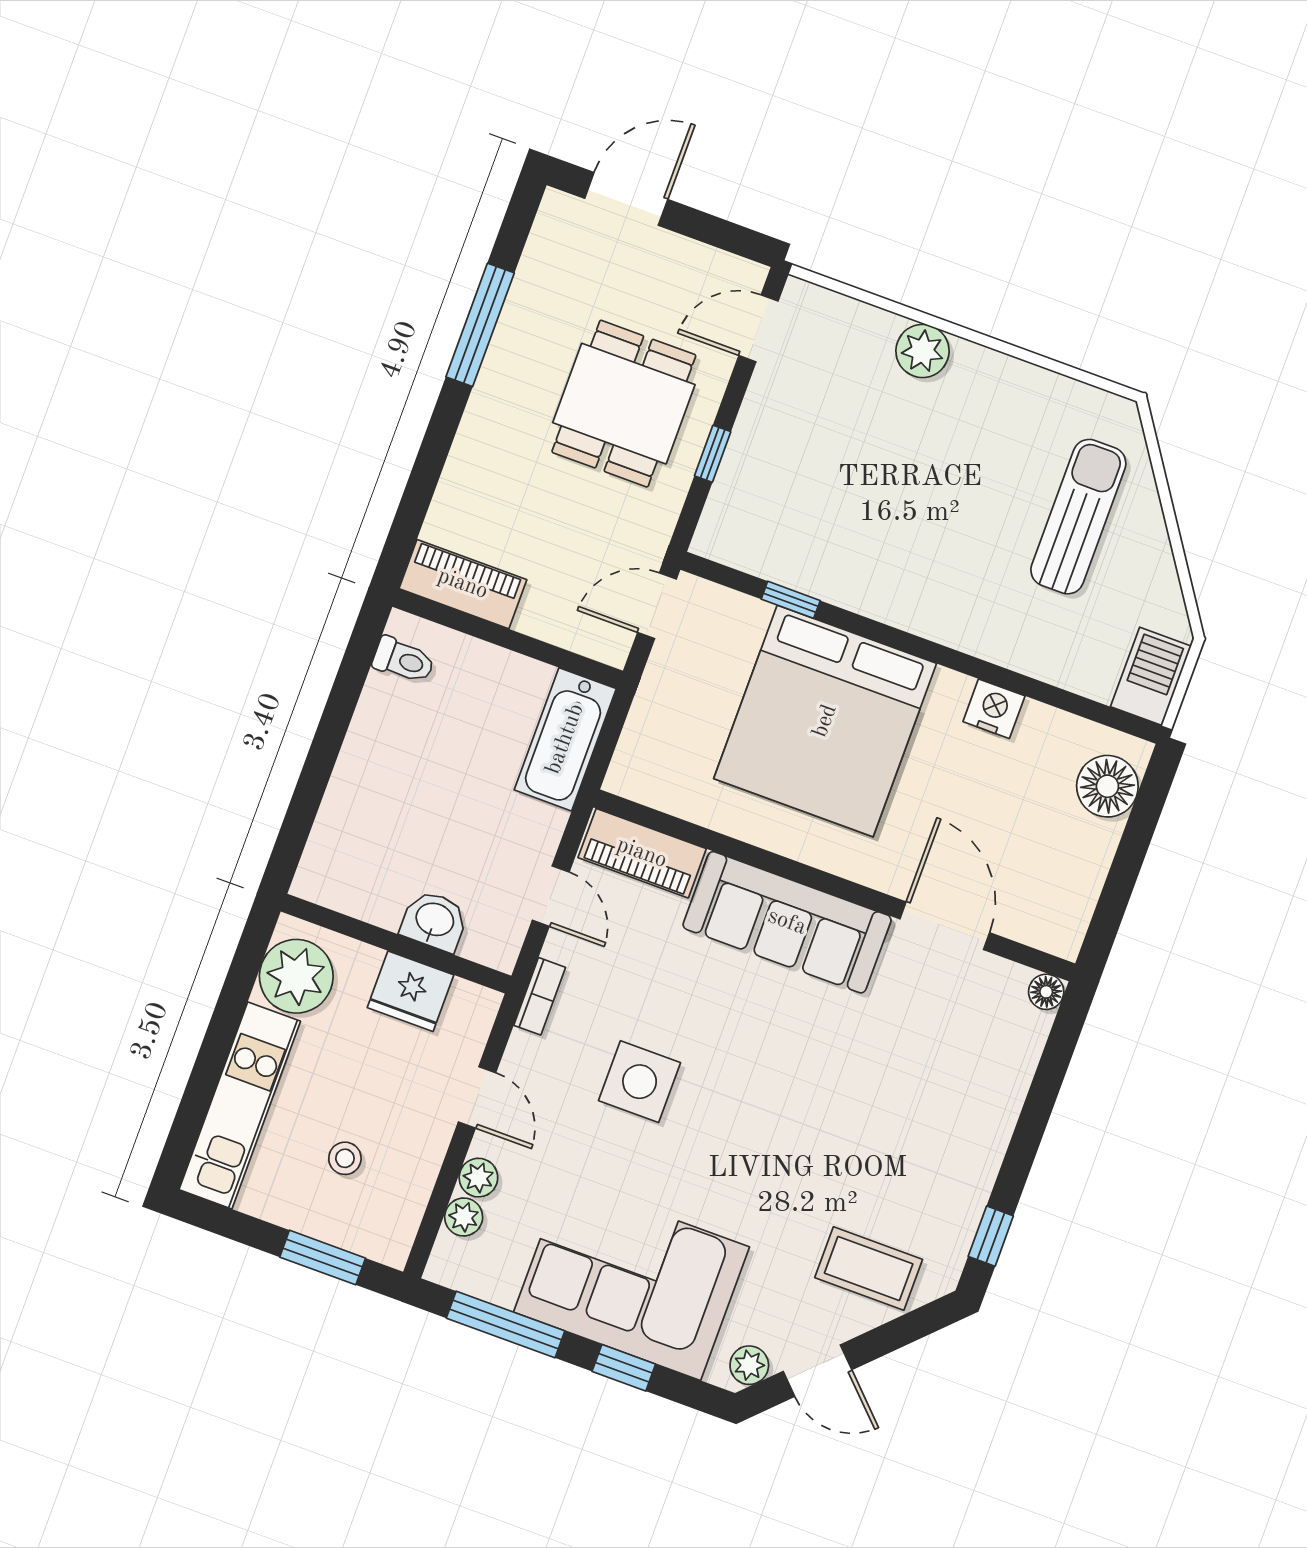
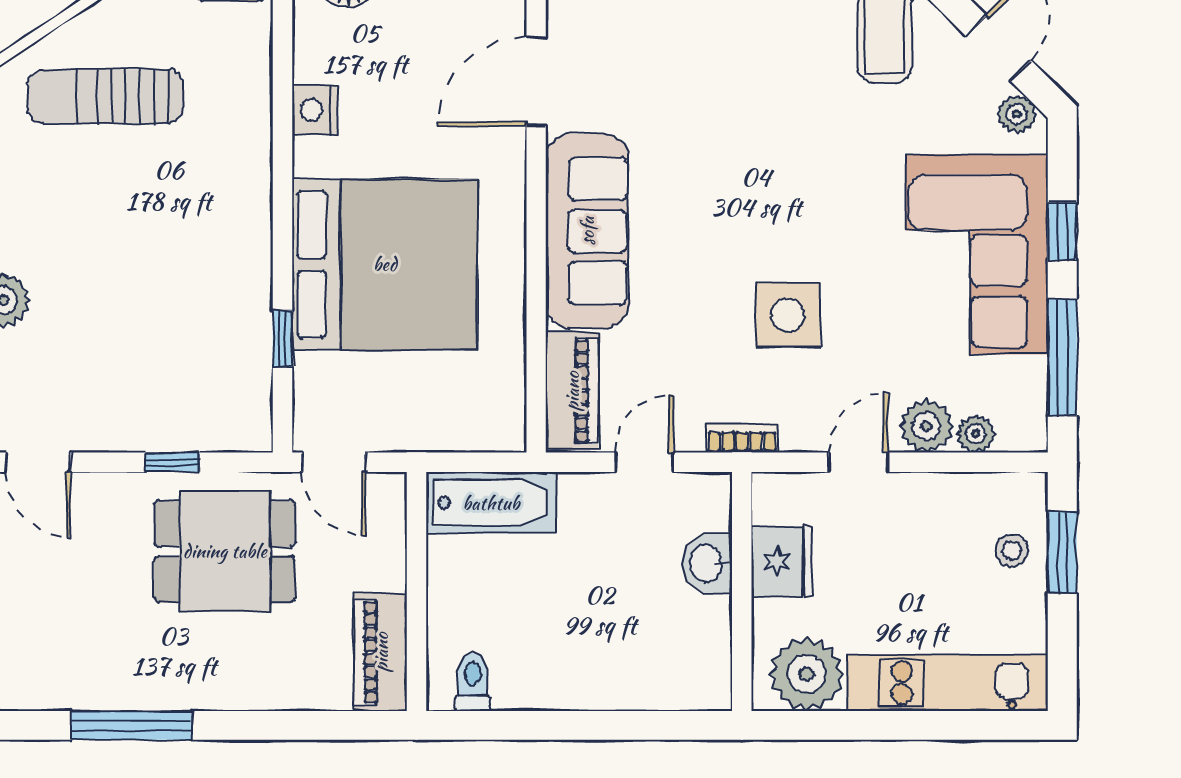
dining table: (624, 404) -> (225, 551), moved
stool: (345, 1158) -> (1012, 551), moved
plant: (478, 1178) -> (926, 426), width x1.38, depth x1.38

